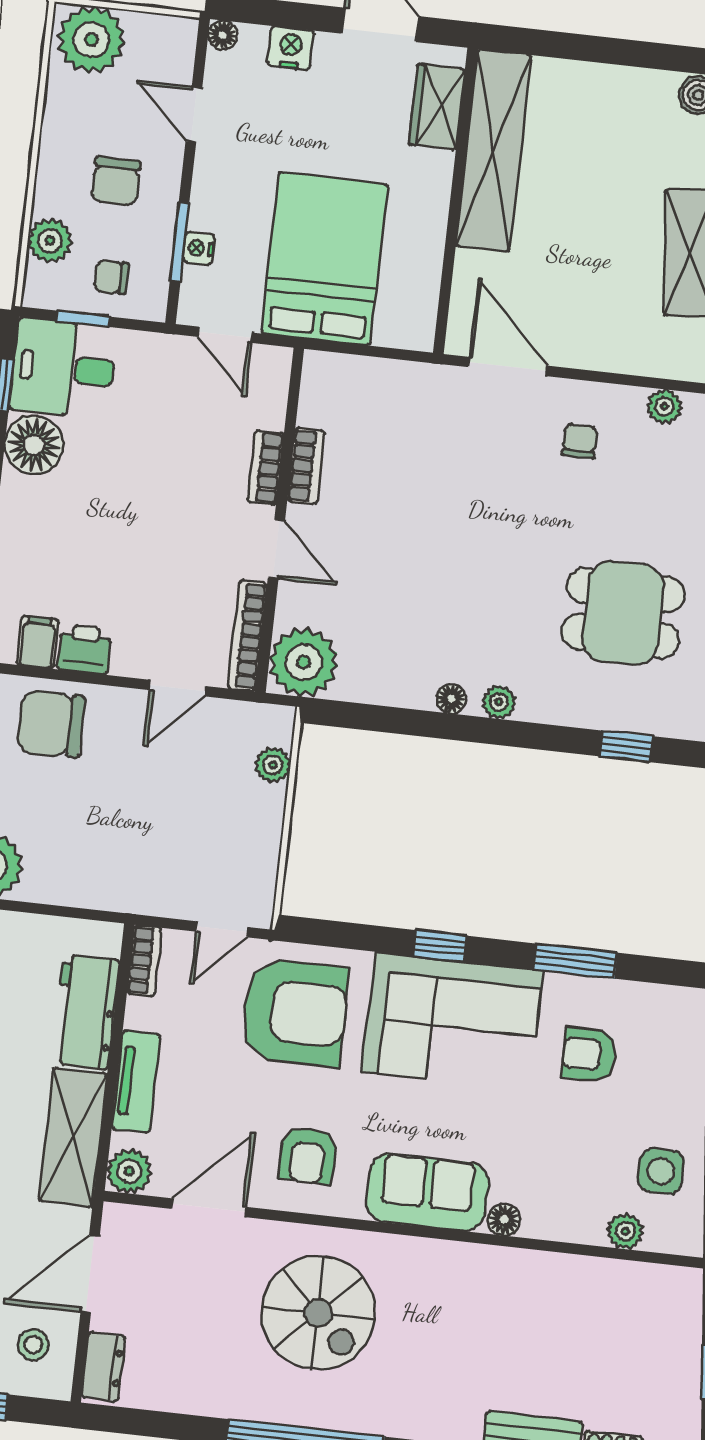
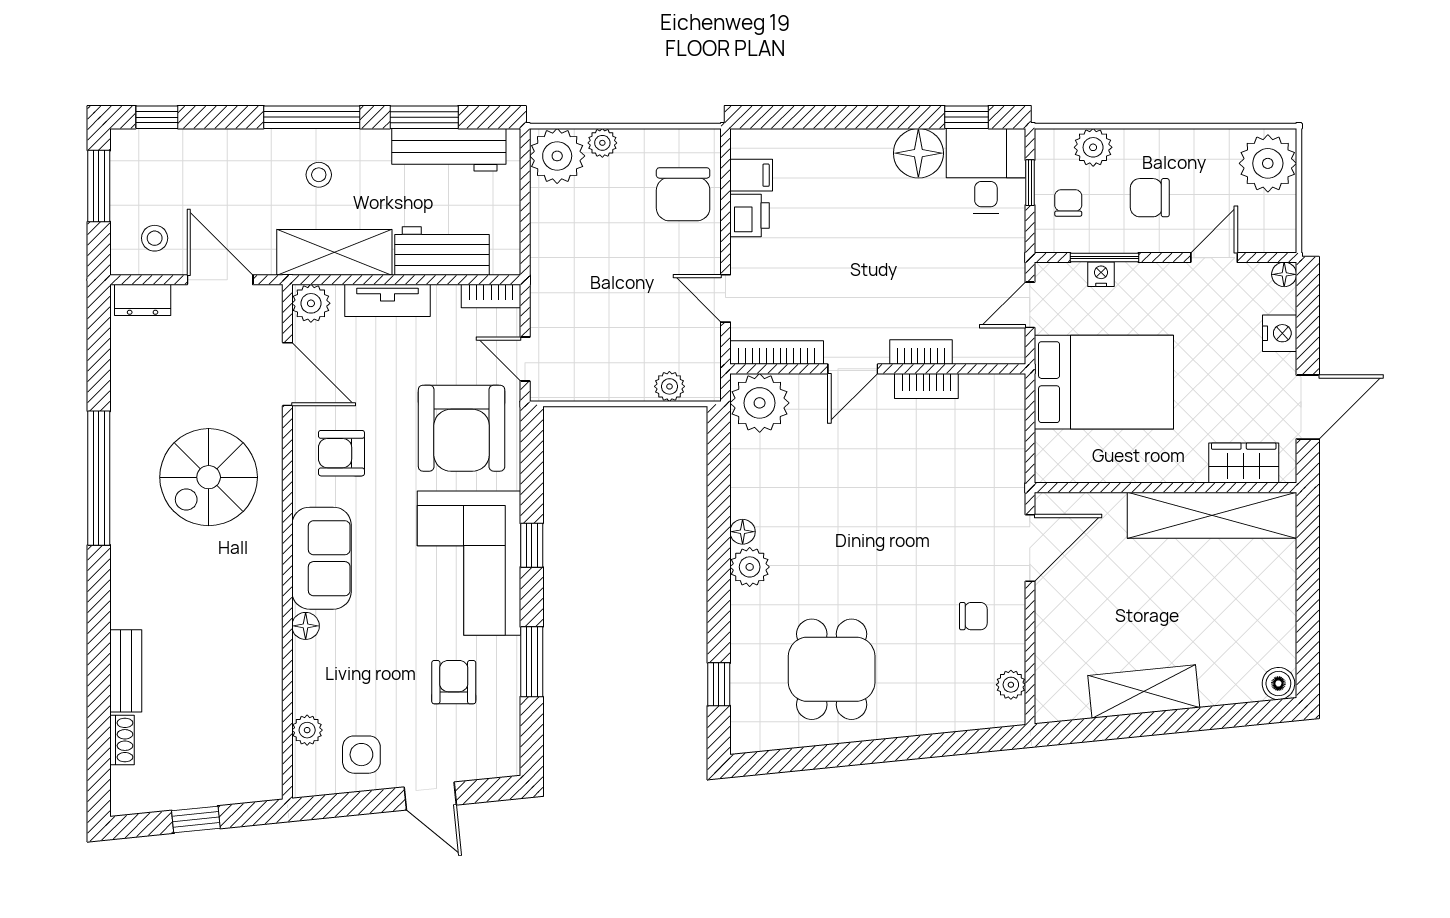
plant: (499, 702) -> (750, 567), width x1.38, depth x1.38
chair: (51, 724) -> (683, 194), turned 180

